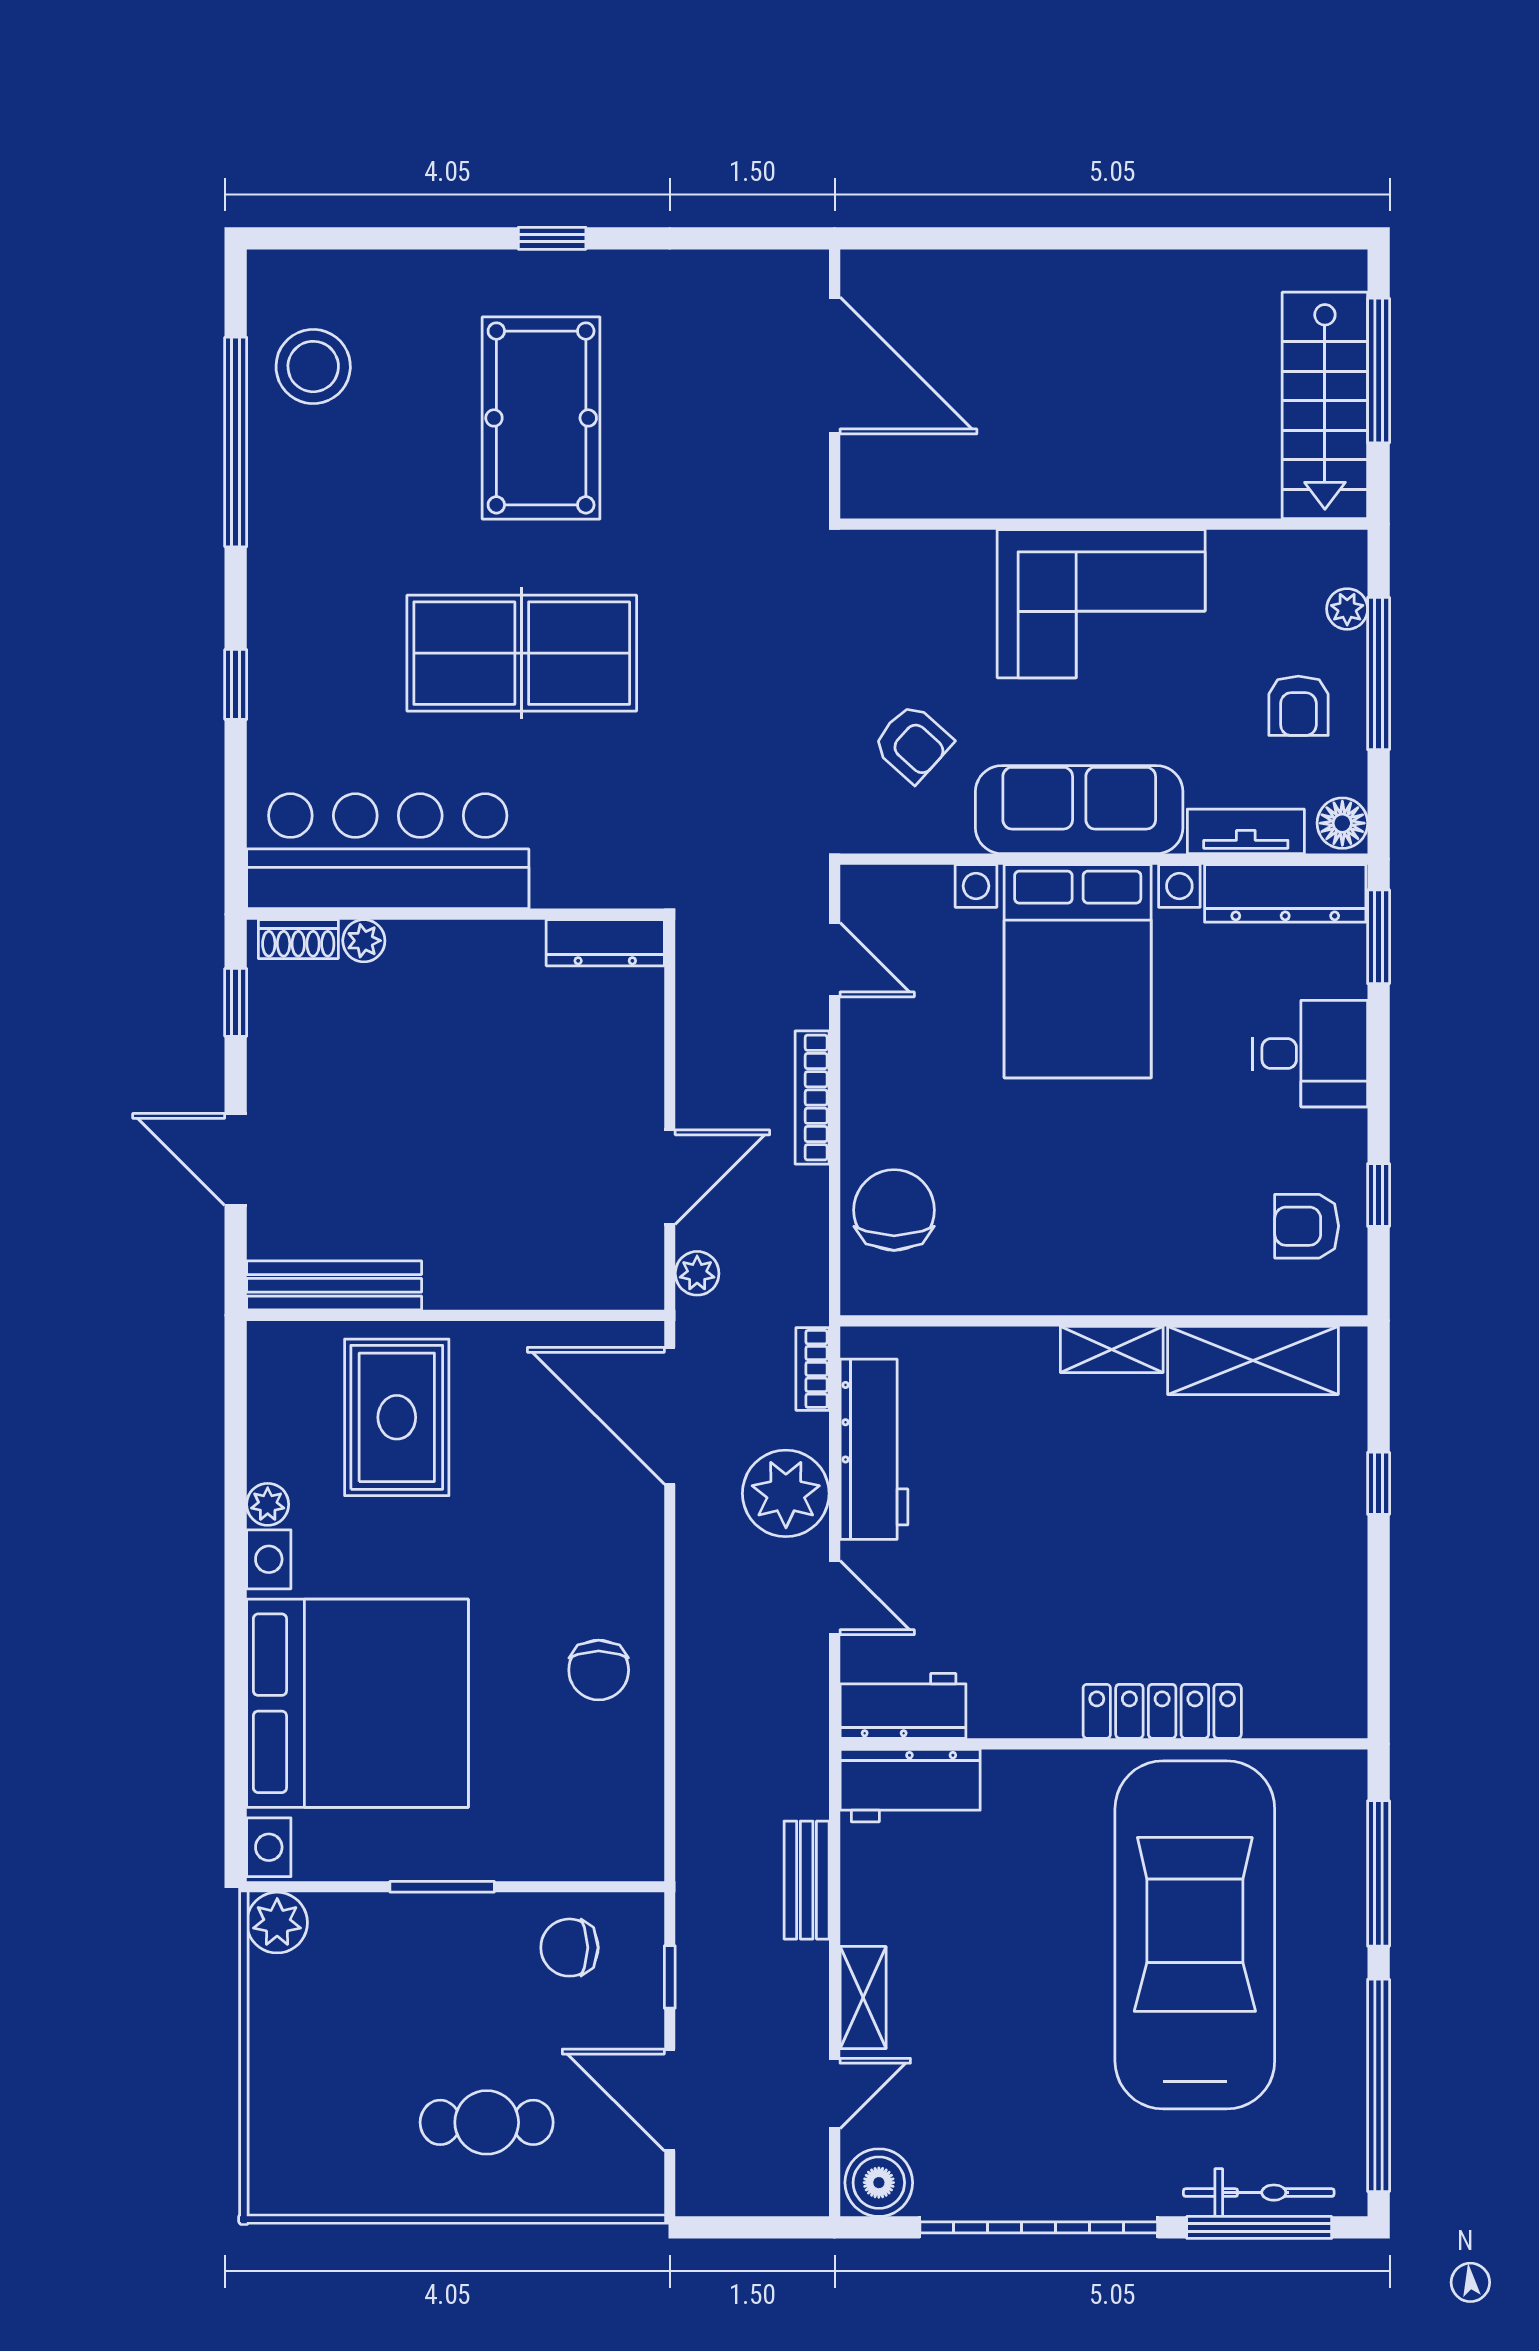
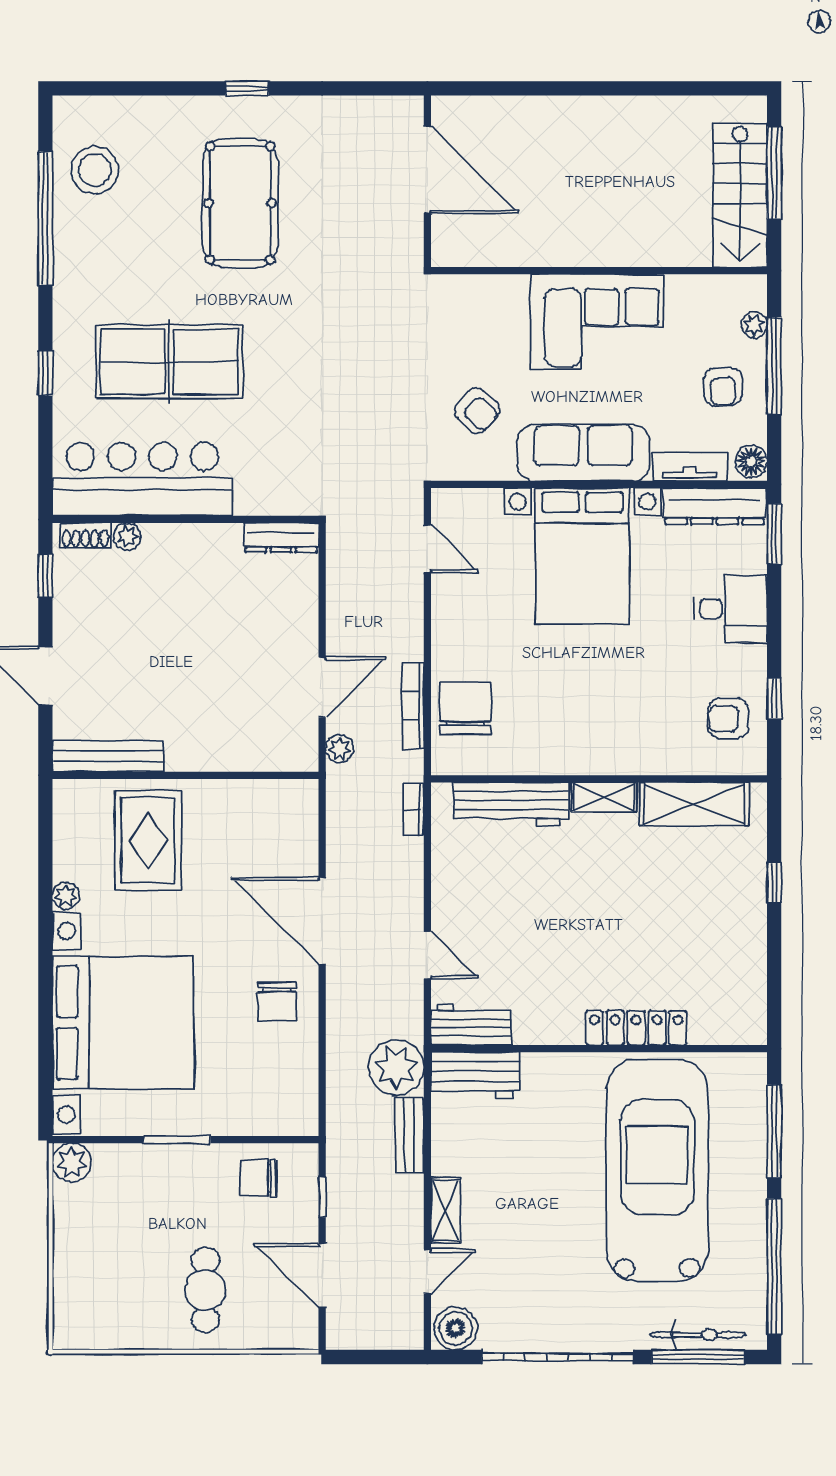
table tennis table: (522, 653) -> (169, 362), moved
bookcase: (812, 1098) -> (413, 706), moved
door: (670, 1416) -> (322, 921), moved
workbench: (874, 1449) -> (511, 804), moved, turned 90
plant: (786, 1493) -> (396, 1067), moved
cafe table: (487, 2122) -> (205, 1290), turned 90

